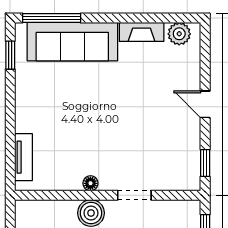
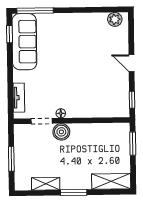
fireplace: (142, 32) -> (91, 19), removed
sofa: (72, 42) -> (24, 42), moved, turned -90
doorway: (134, 195) -> (42, 121), moved

